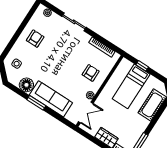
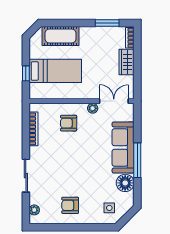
window: (36, 103) -> (137, 160), width x1.44

